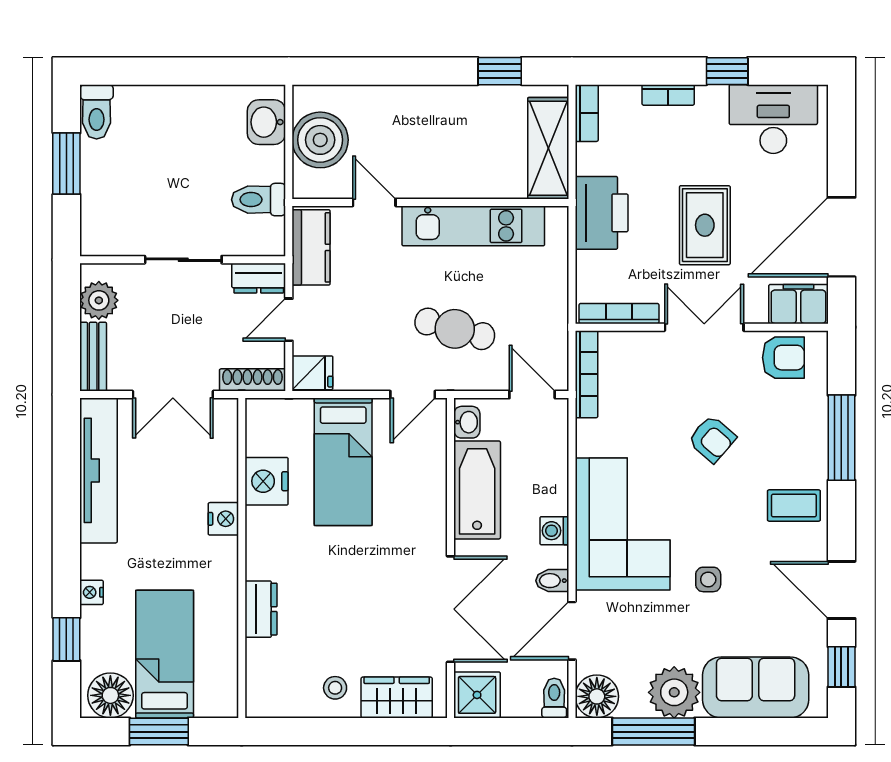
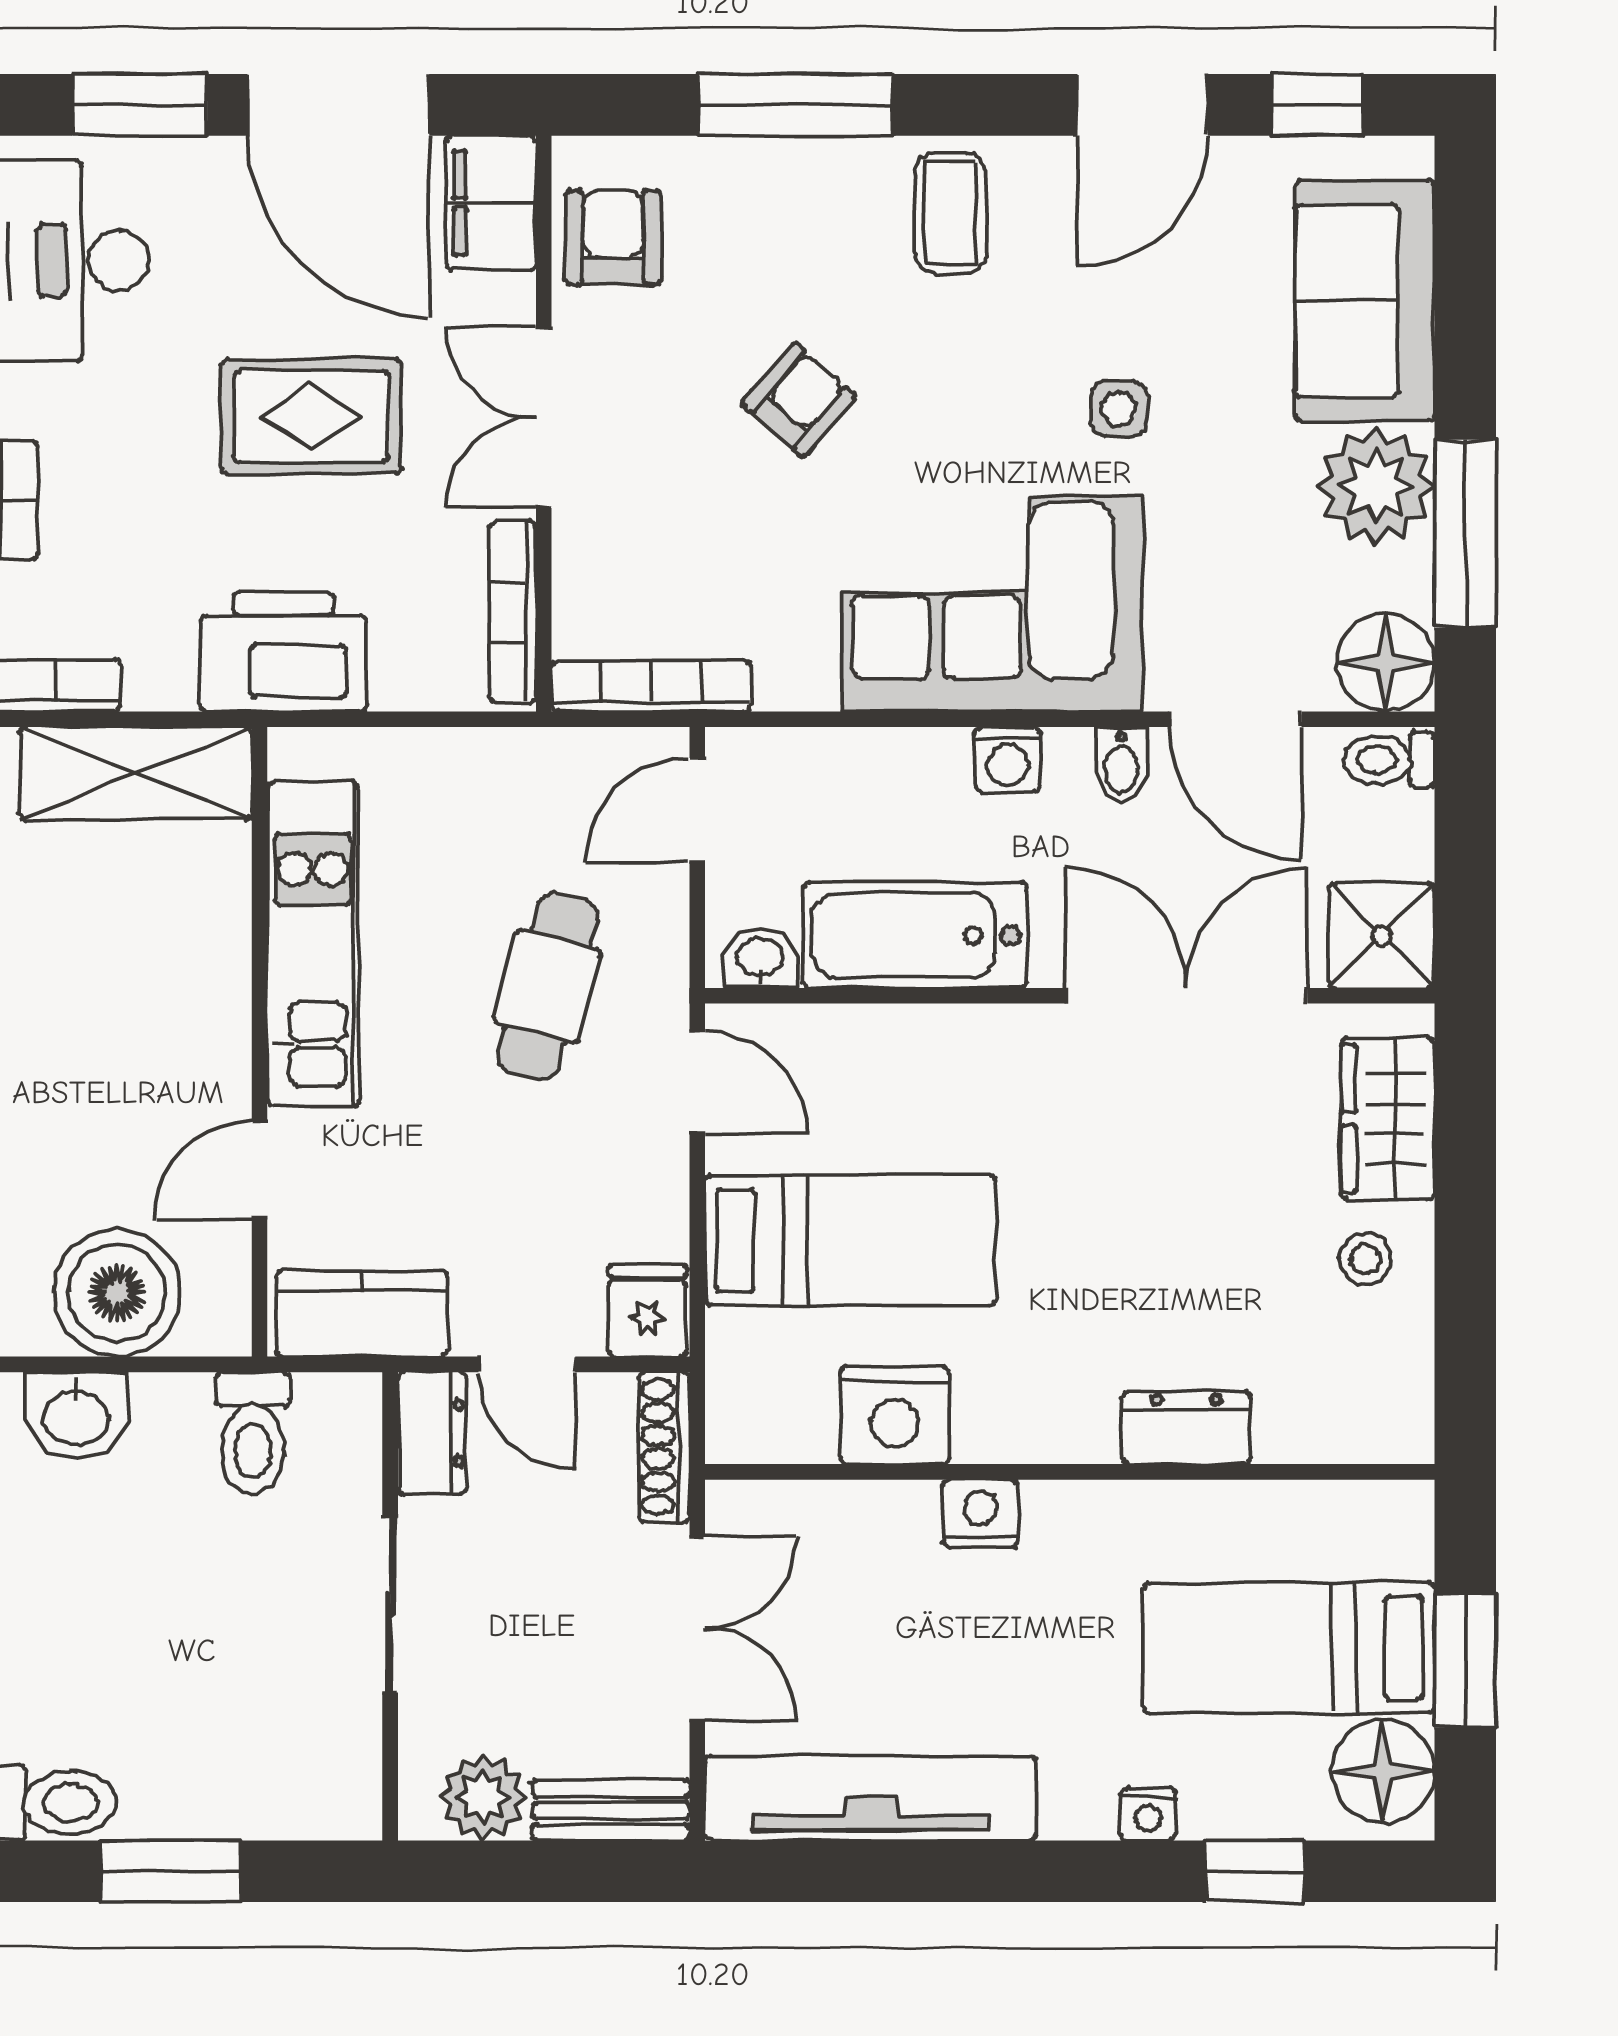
window: (841, 150) -> (140, 105), added

